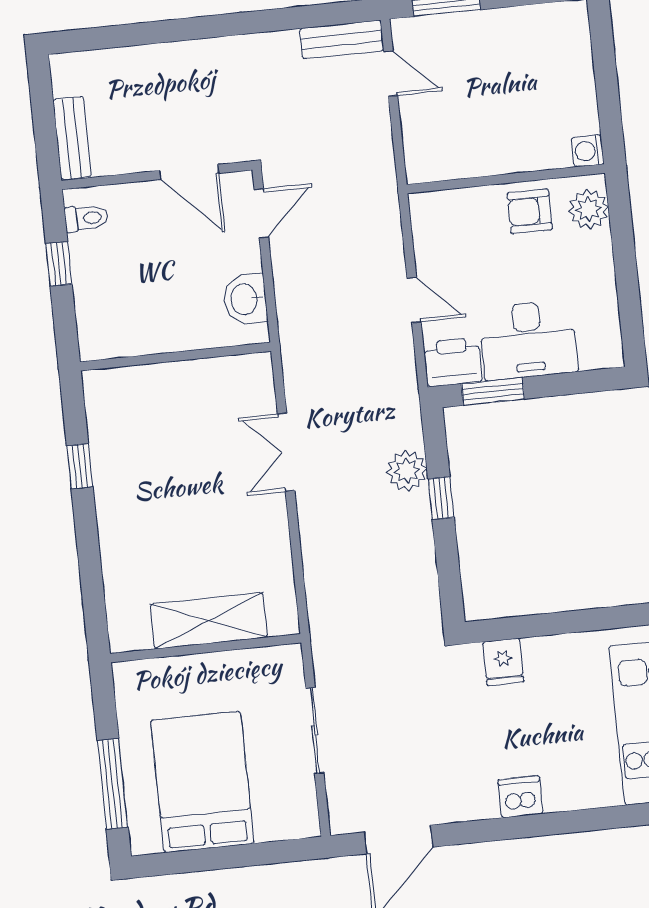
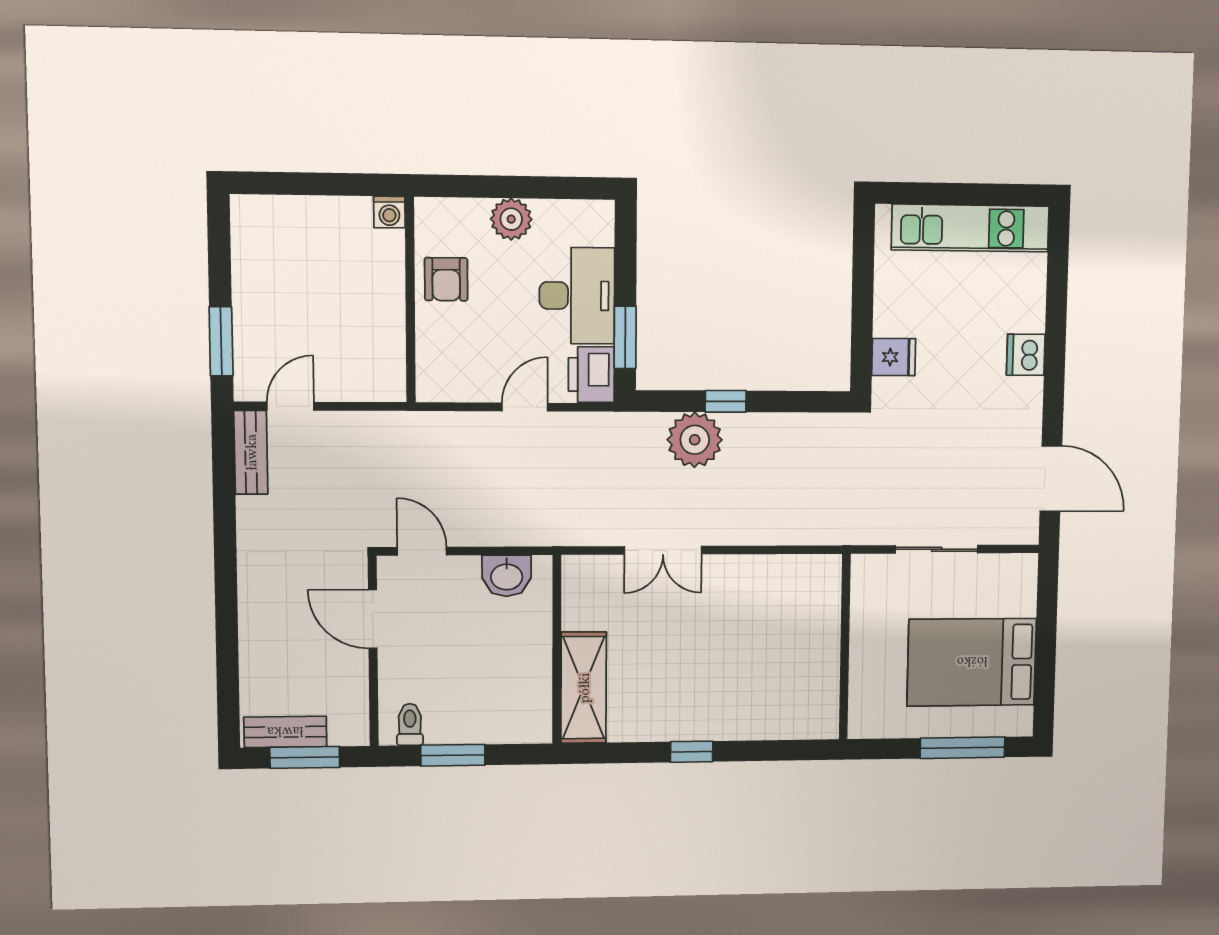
window: (44, 118) -> (305, 757), added
bench: (72, 138) -> (285, 732), moved
door: (189, 172) -> (373, 619), swing flipped
plant: (589, 209) -> (511, 219), moved
window: (59, 264) -> (453, 755), width x1.50
window: (80, 466) -> (692, 752), moved
plant: (407, 471) -> (695, 440), width x1.36, depth x1.36
shelving: (209, 621) -> (584, 688), moved

